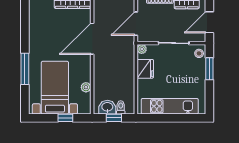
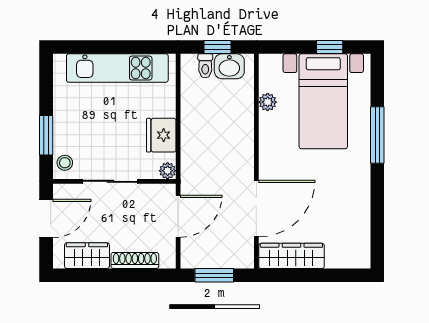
door: (92, 39) -> (256, 209), moved
window: (65, 118) -> (330, 47), moved

